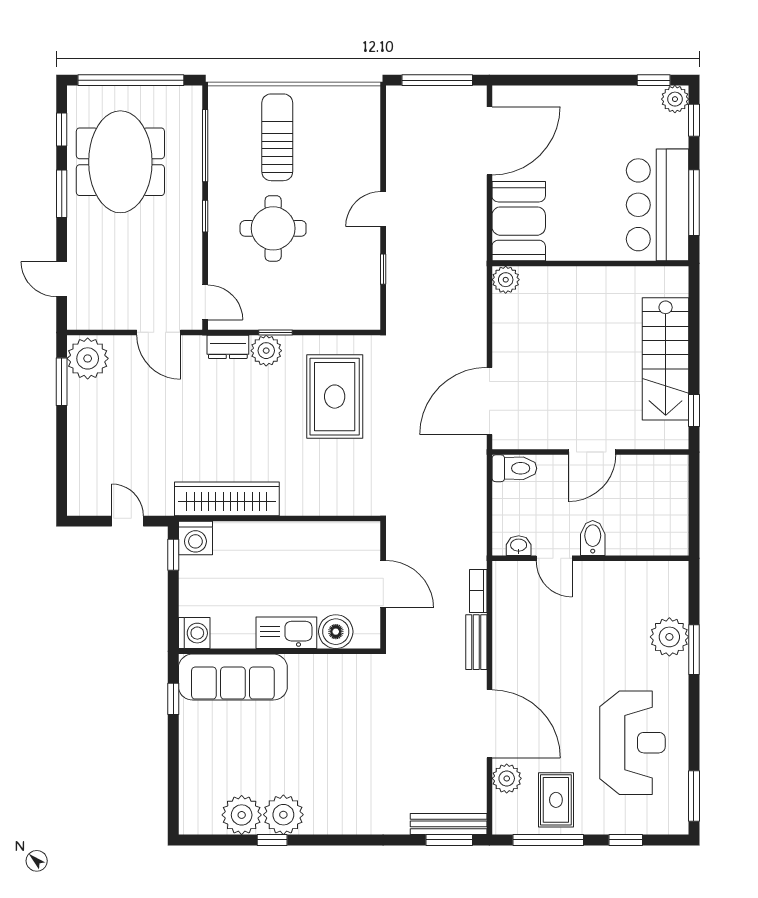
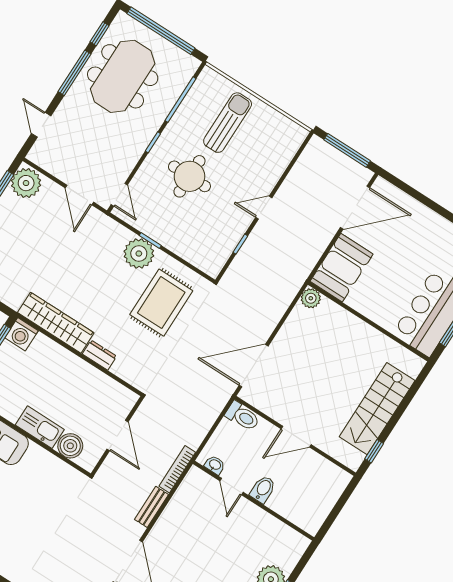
window: (62, 194) -> (75, 73), width x1.44
dresser: (228, 347) -> (99, 355), moved, turned 180
plant: (266, 351) -> (139, 254), width x1.36, depth x1.36
bookcase: (478, 591) -> (177, 469), width x1.56

